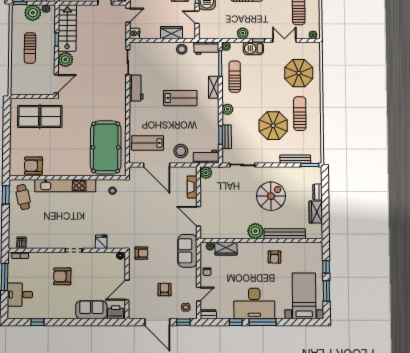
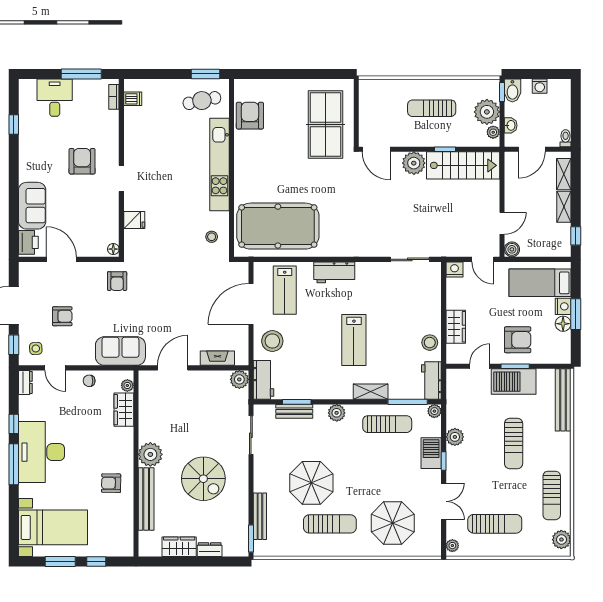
workbench: (136, 88) -> (334, 272), moved
lab bench: (148, 143) -> (285, 290), turned 180

